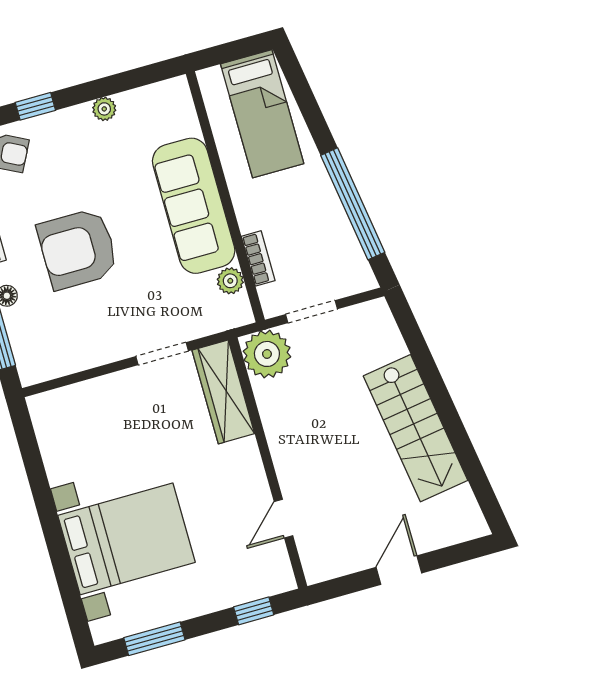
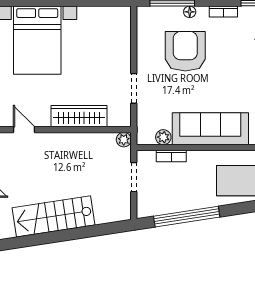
armchair: (78, 249) -> (185, 51), moved
plant: (267, 354) -> (124, 140), width x0.53, depth x0.53
wardrobe: (223, 392) -> (79, 116), moved

